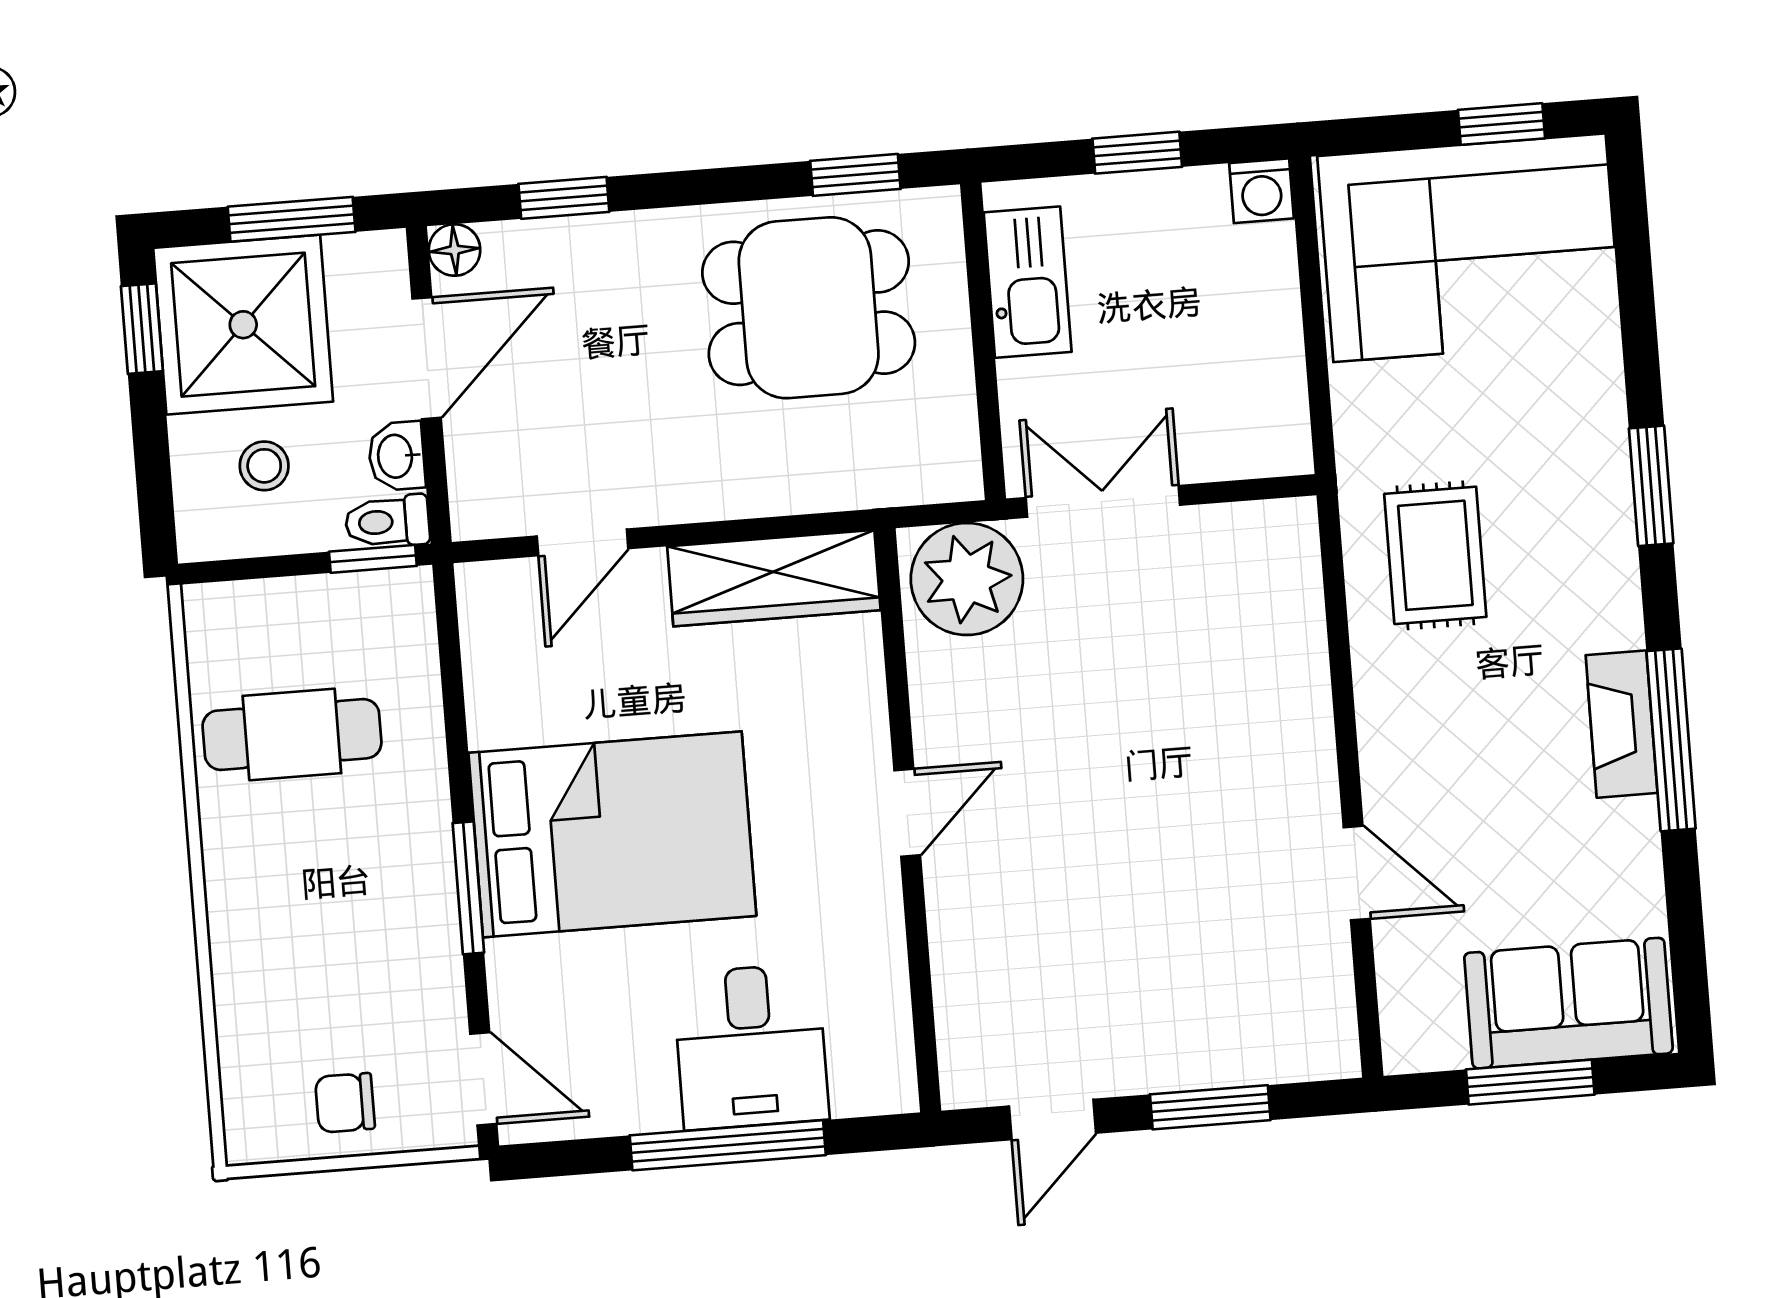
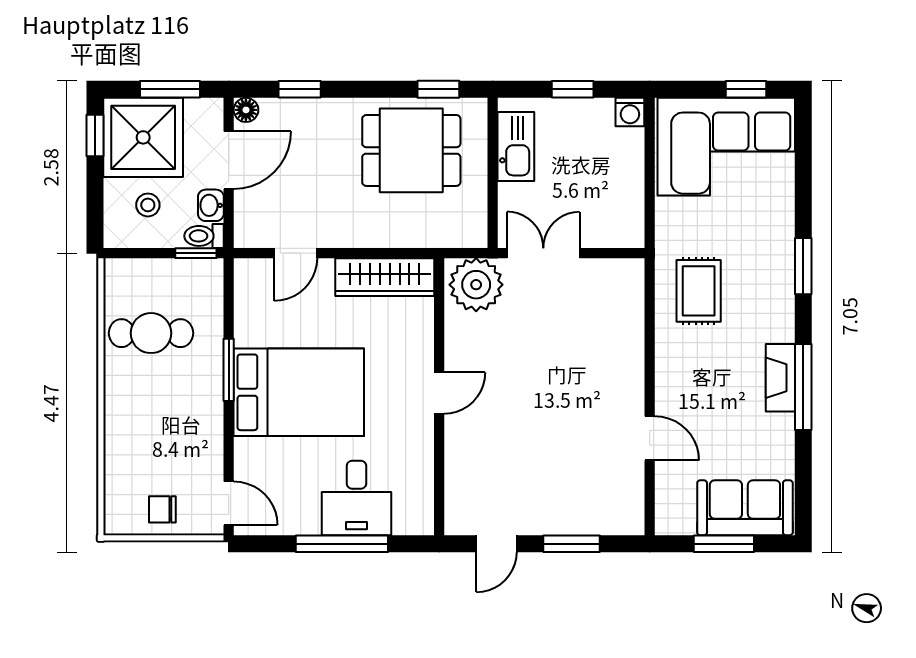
window: (468, 888) -> (229, 370), moved

